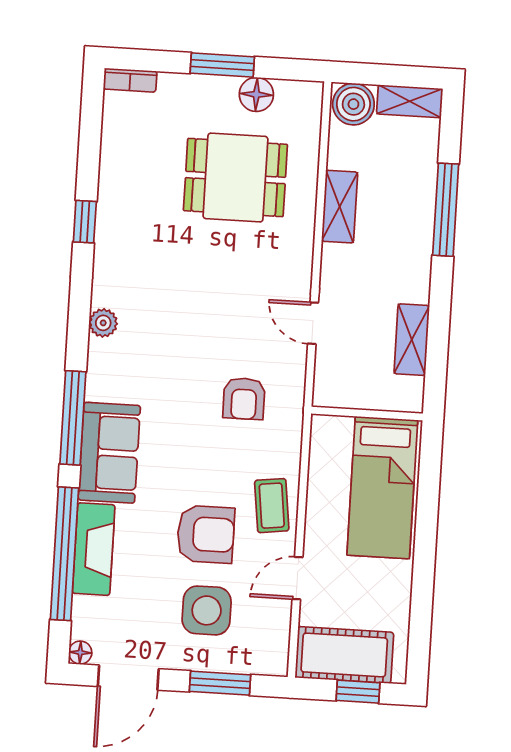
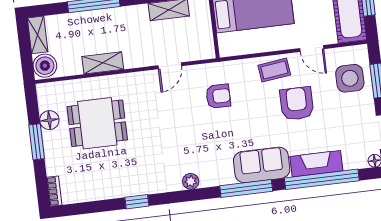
dining table: (235, 177) -> (97, 123), turned 90
side table: (207, 610) -> (350, 78), moved

